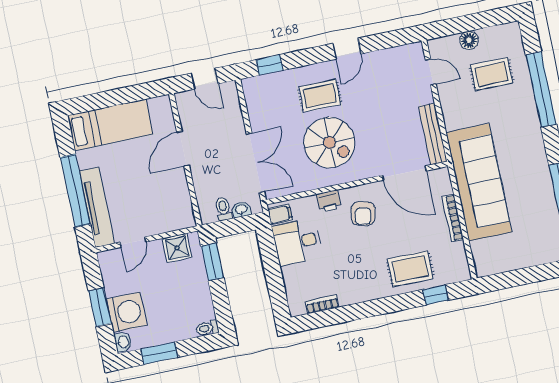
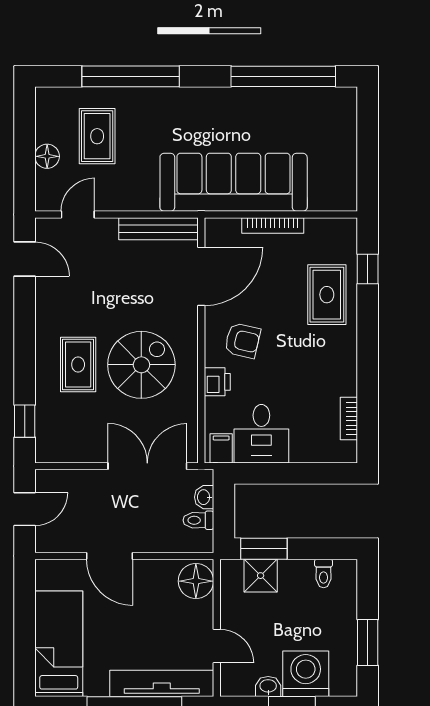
door: (347, 49) -> (25, 259), moved
floor lamp: (178, 217) -> (196, 581), added
shower: (177, 248) -> (261, 576), moved
toilet: (207, 328) -> (324, 573), moved
washbasin: (123, 342) -> (268, 686), moved

